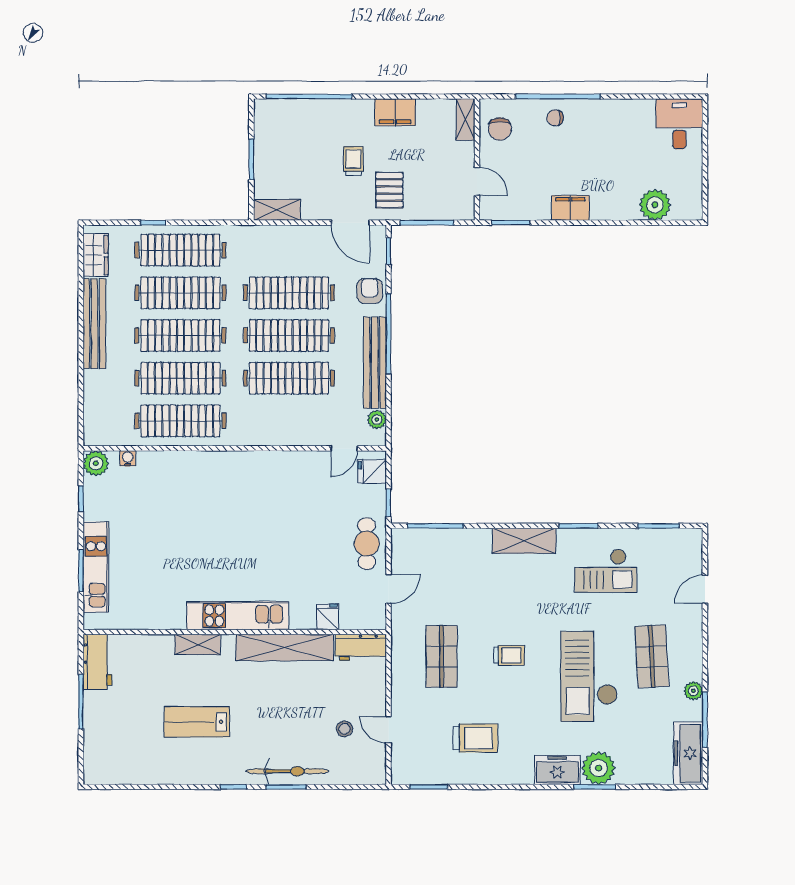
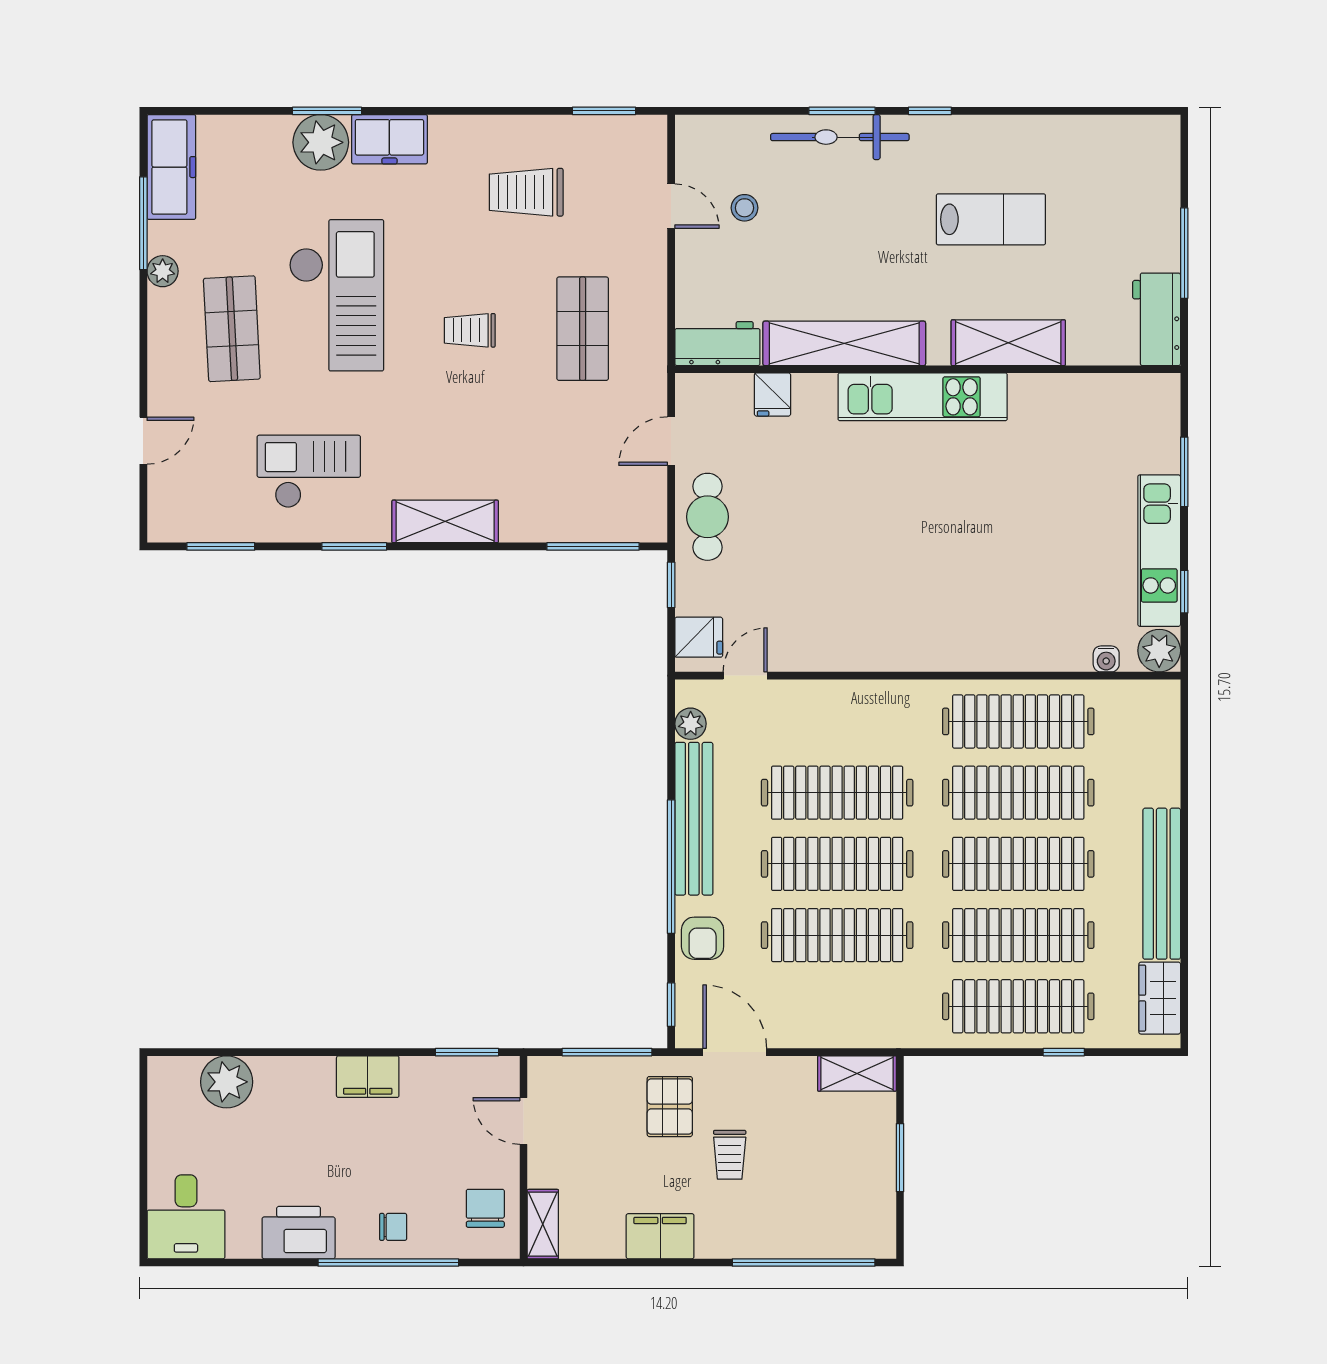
printer: (612, 114) -> (299, 1233), added
kitchen unit: (96, 567) -> (1159, 551), moved
shelving: (198, 645) -> (1008, 343), width x1.50, depth x1.33

